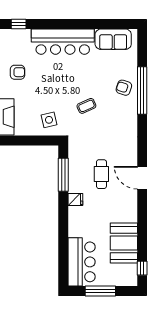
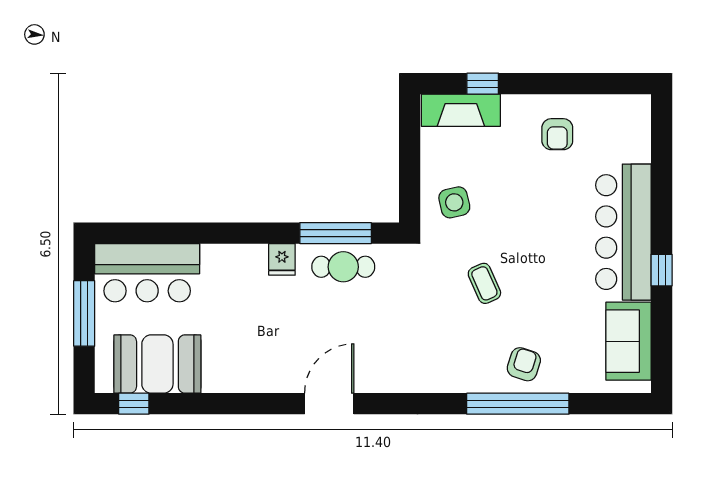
window: (19, 24) -> (662, 270), moved
cafe table: (101, 174) -> (343, 267), moved
booth: (124, 243) -> (157, 364), moved

